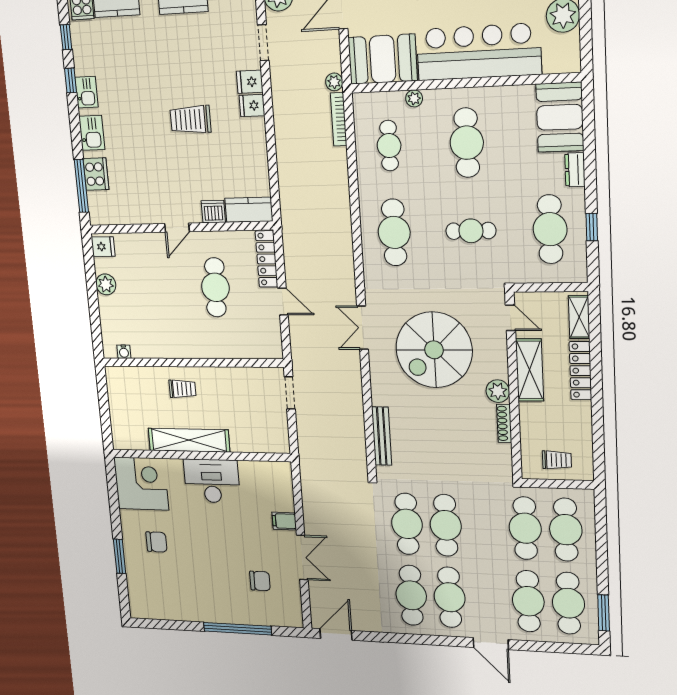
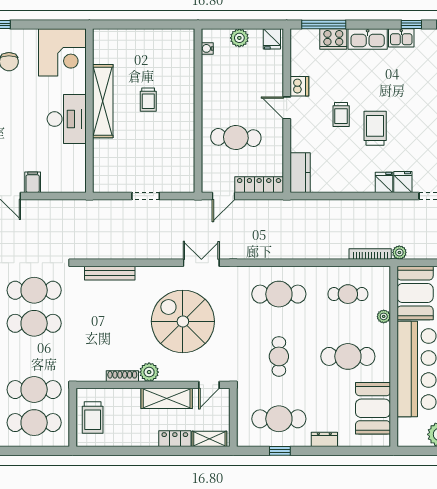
booth: (560, 117) -> (373, 408), moved, turned 90
kitchen sink: (92, 133) -> (368, 39), width x1.38
trolley: (179, 162) -> (341, 114), added
dishwasher: (213, 212) -> (299, 86), moved
water cooler: (124, 352) -> (207, 48), moved
wall: (192, 363) -> (198, 111), moved
locker: (580, 371) -> (175, 439), width x0.66
trolley: (557, 460) -> (93, 417), width x1.36, depth x1.39

